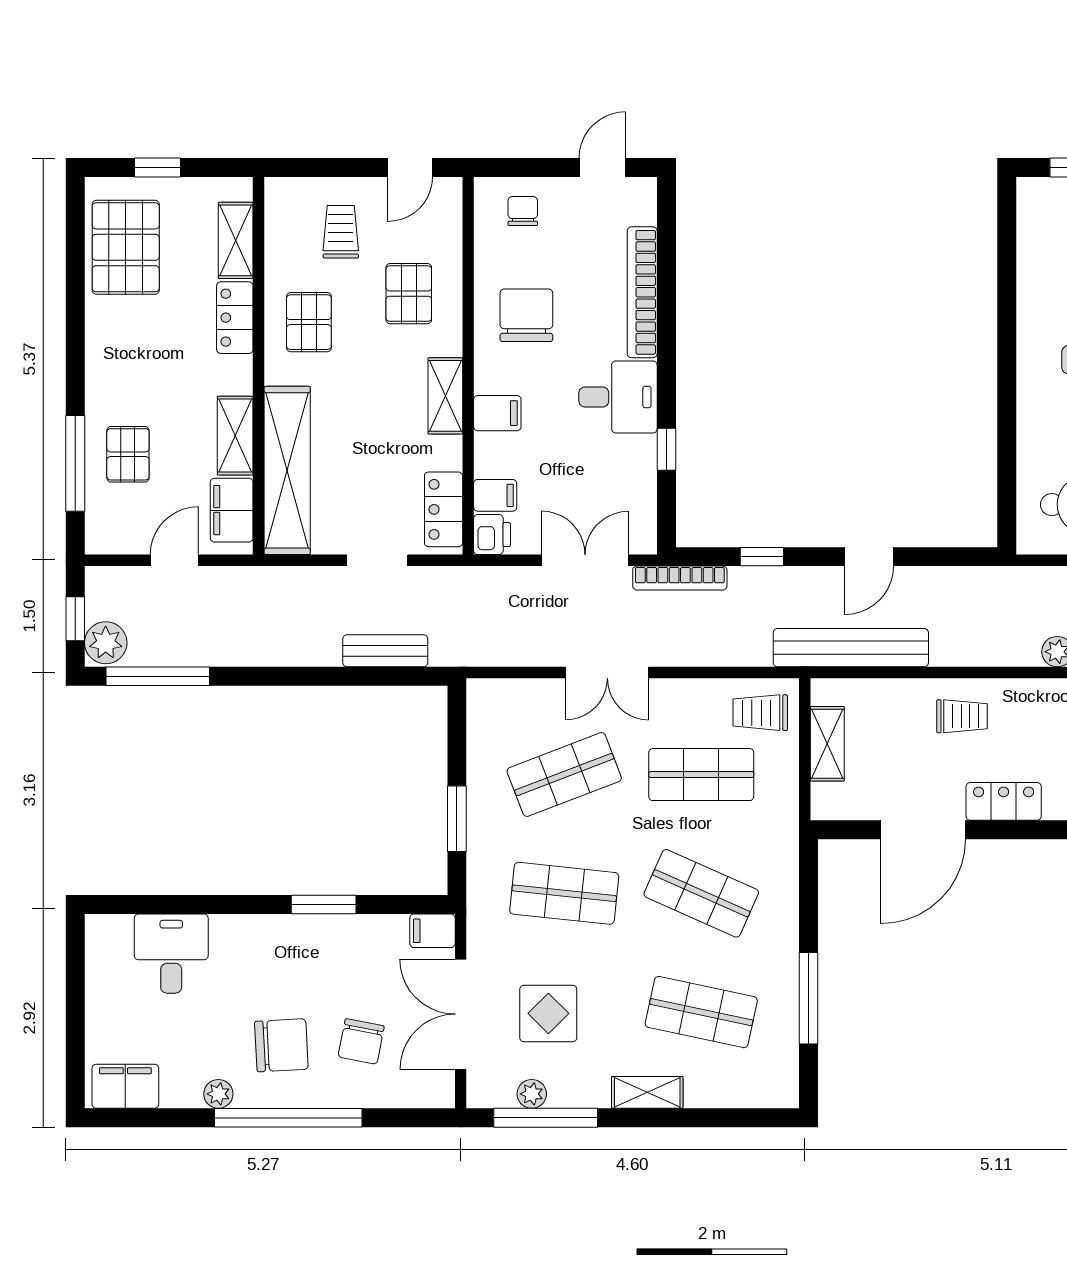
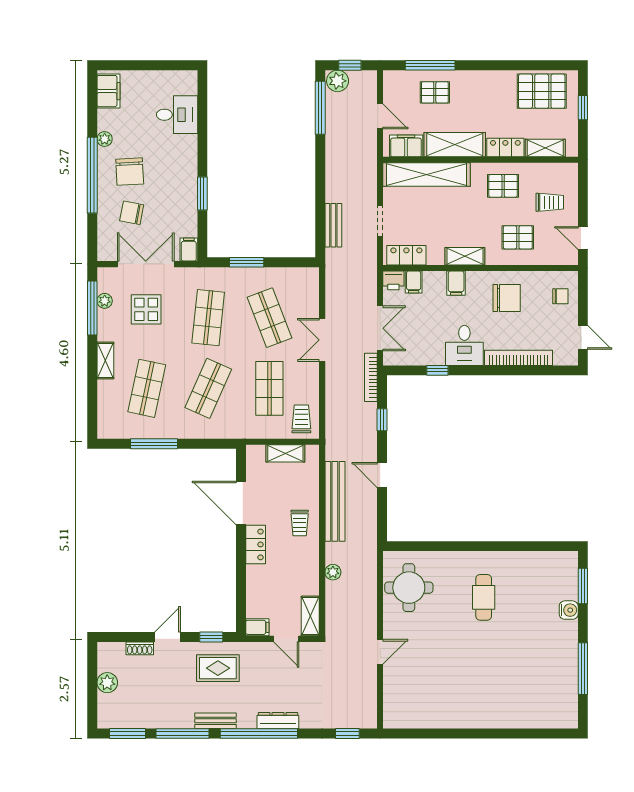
shelving: (235, 436) -> (455, 145), width x1.50, depth x1.33
bench: (851, 648) -> (335, 501), moved

